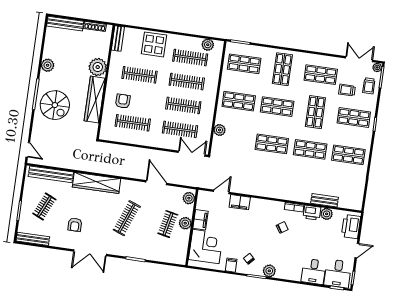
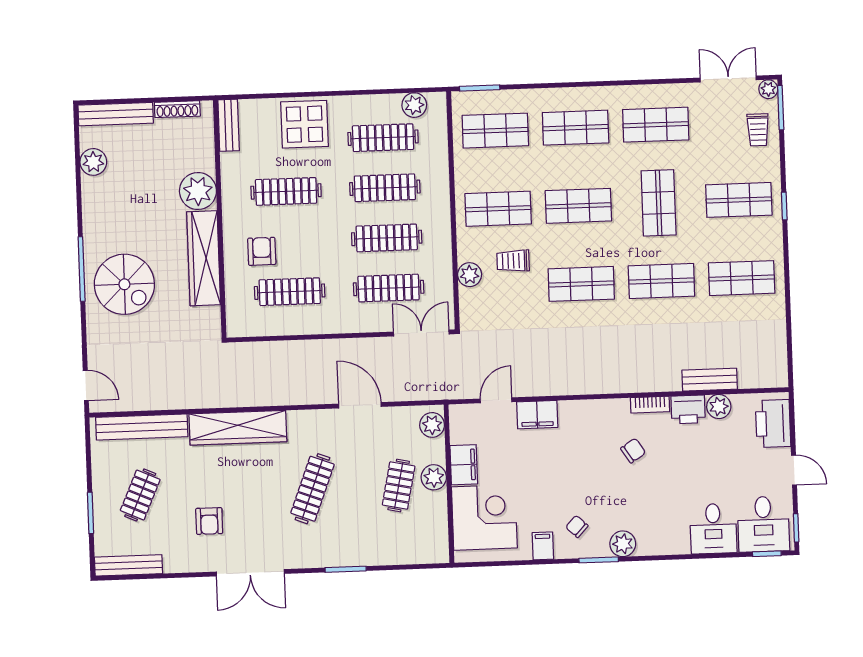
plant: (48, 65) -> (93, 162), moved
shop shelf: (282, 69) -> (576, 128), turned 90
trolley: (347, 90) -> (513, 261), moved
door: (357, 251) -> (794, 470), hinge flipped

